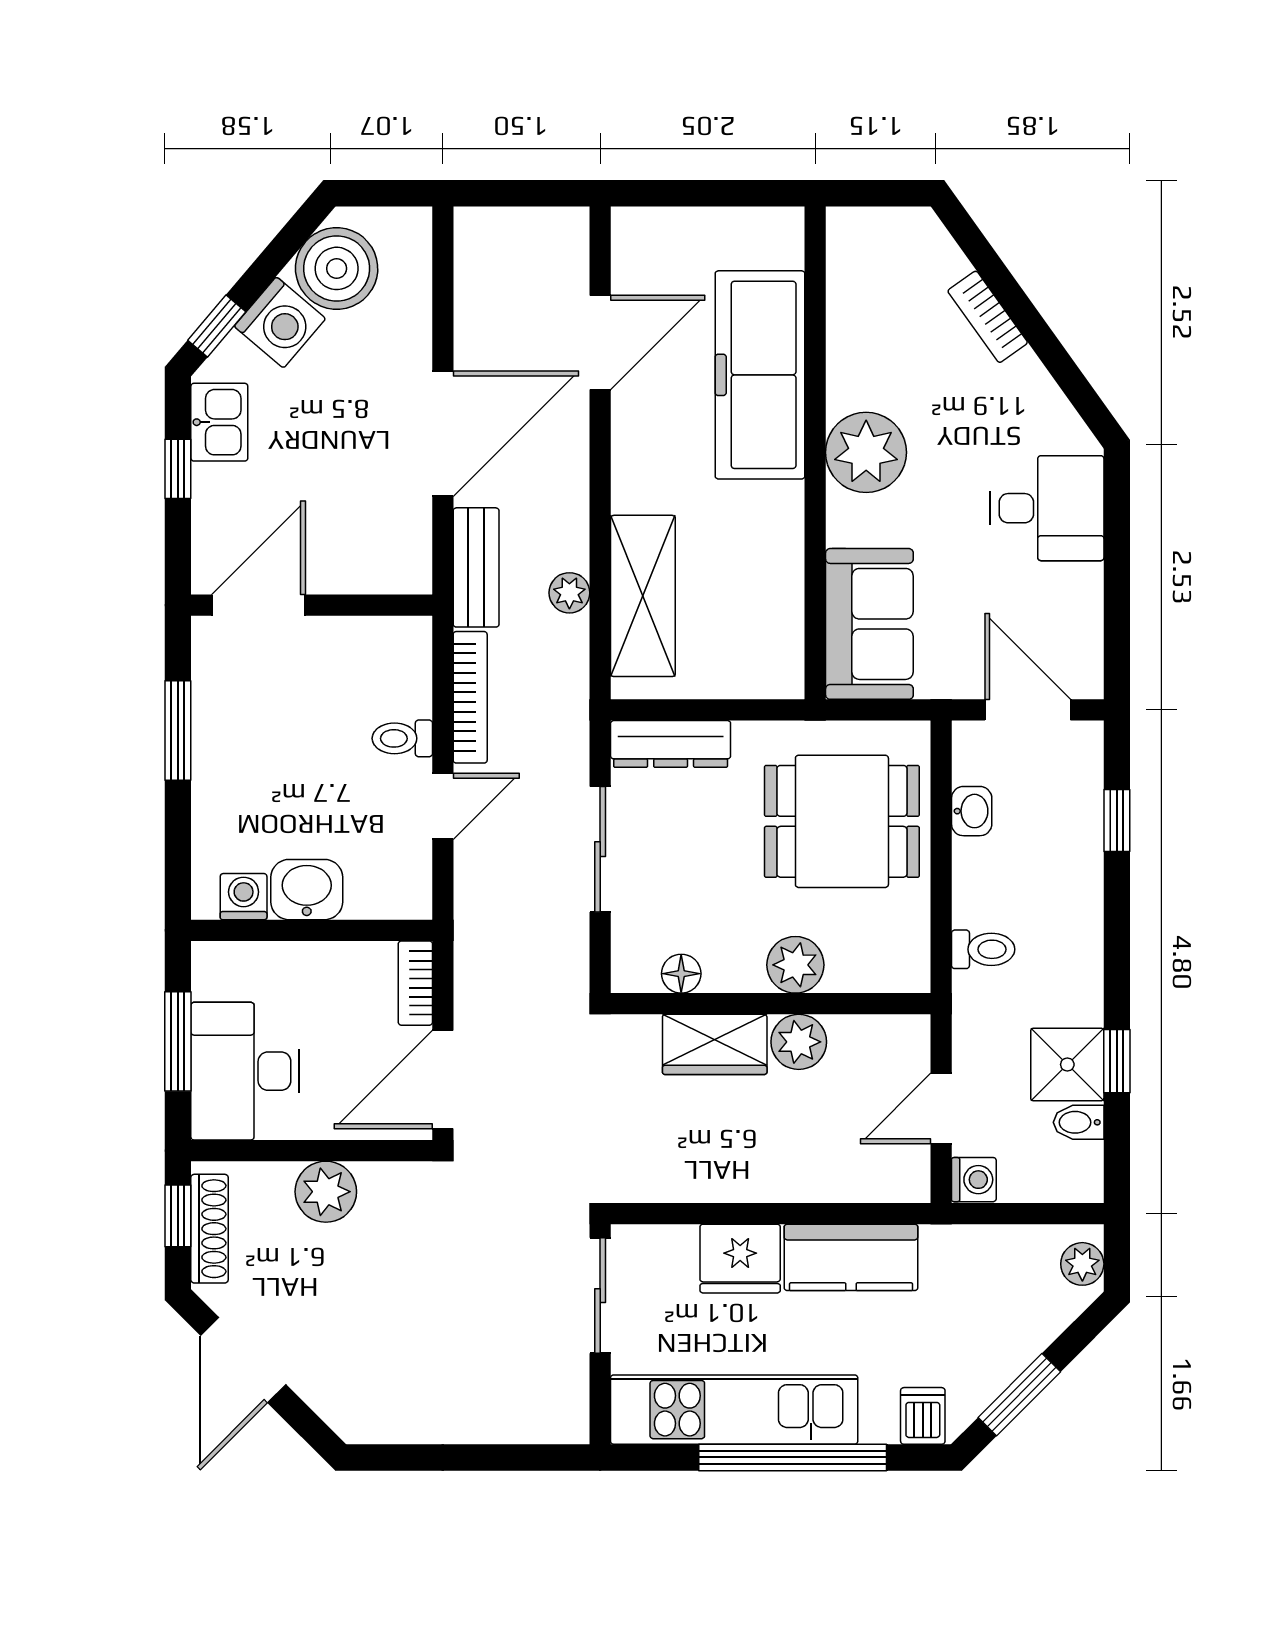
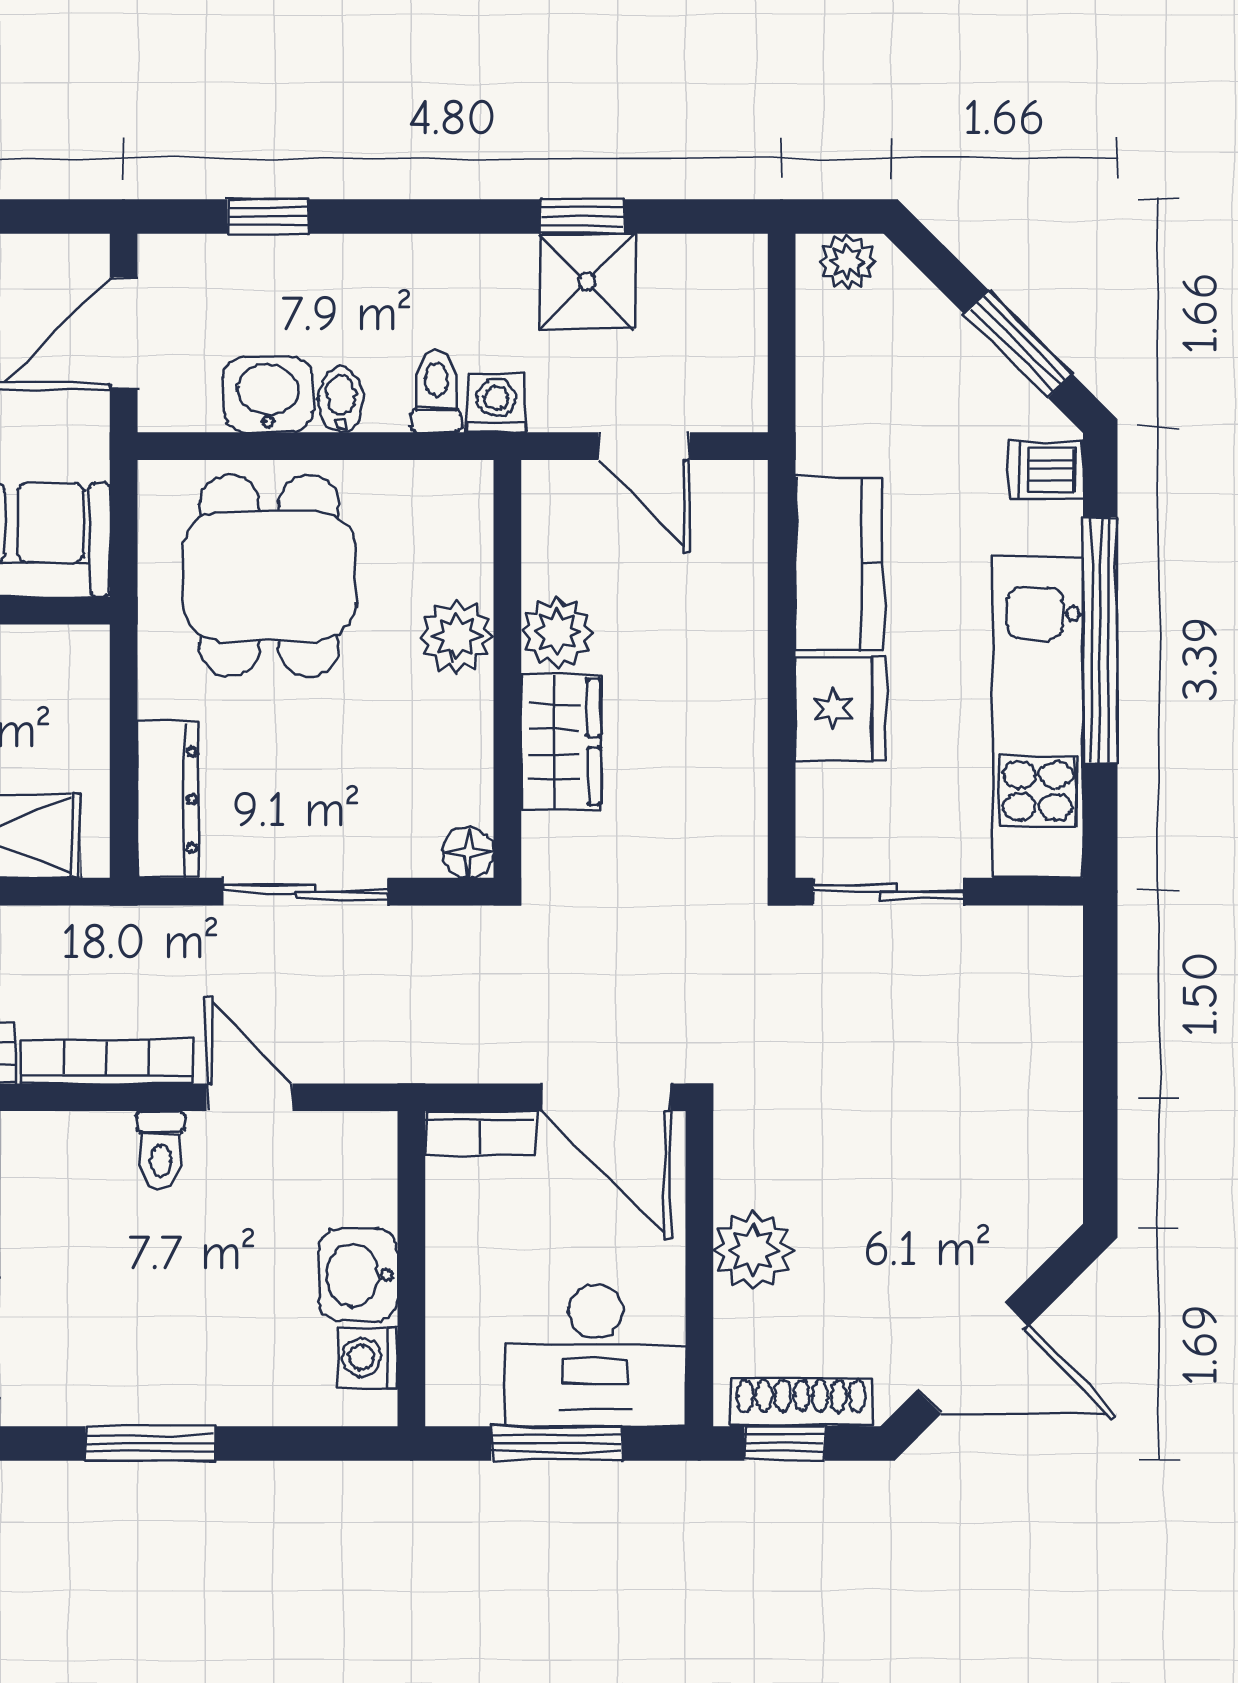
washbasin: (972, 811) -> (268, 395), width x1.38, depth x1.45
floor lamp: (681, 974) -> (468, 852), moved
bidet: (1079, 1122) -> (341, 400), moved, turned 180
washing machine: (974, 1180) -> (496, 403), moved

